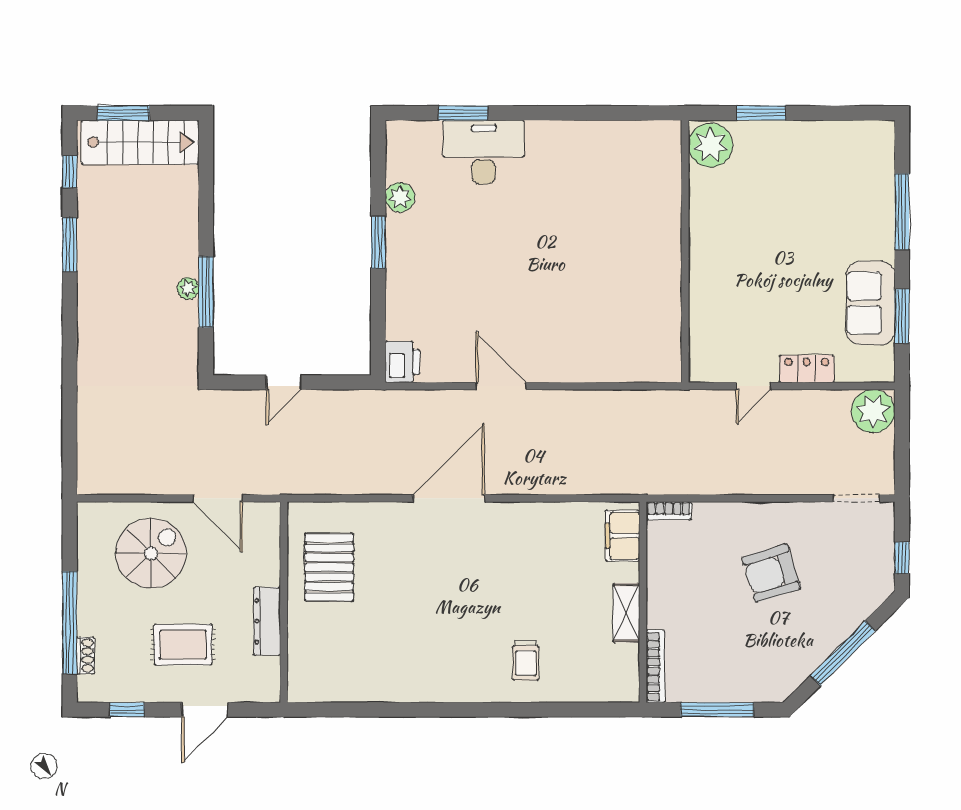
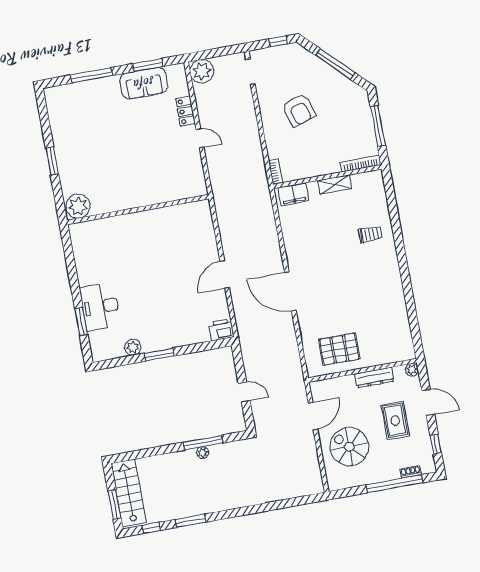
plant: (710, 145) -> (78, 206), moved
wall: (685, 251) -> (138, 210), moved
plant: (269, 691) -> (412, 370), added

